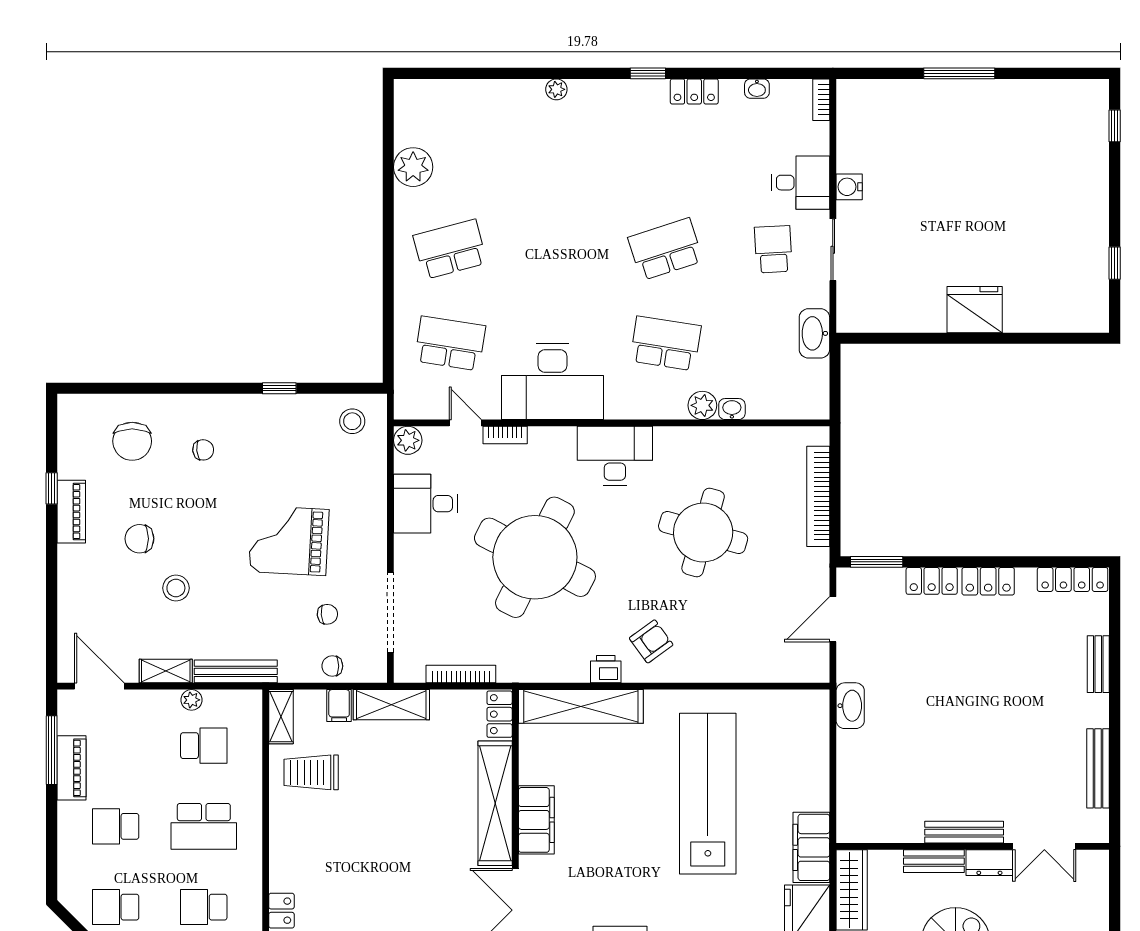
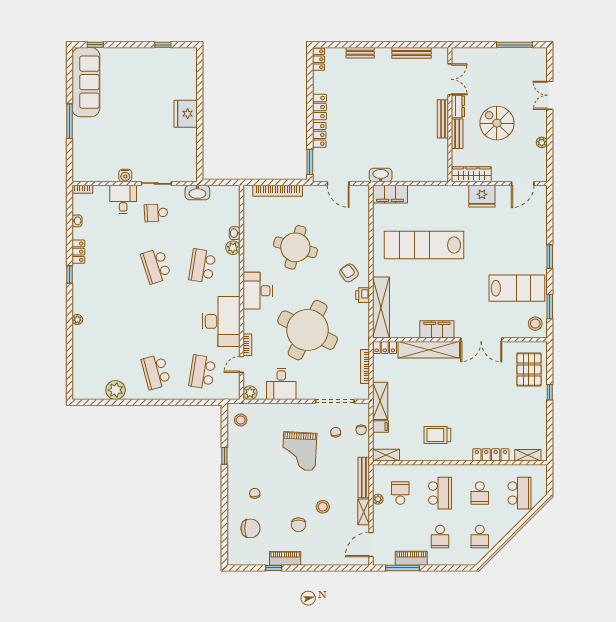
sofa: (1039, 107) -> (86, 82), added
locker: (1073, 579) -> (319, 59), width x0.66
trolley: (311, 772) -> (437, 435), moved, turned 90
filing cabinet: (811, 847) -> (390, 194), moved

